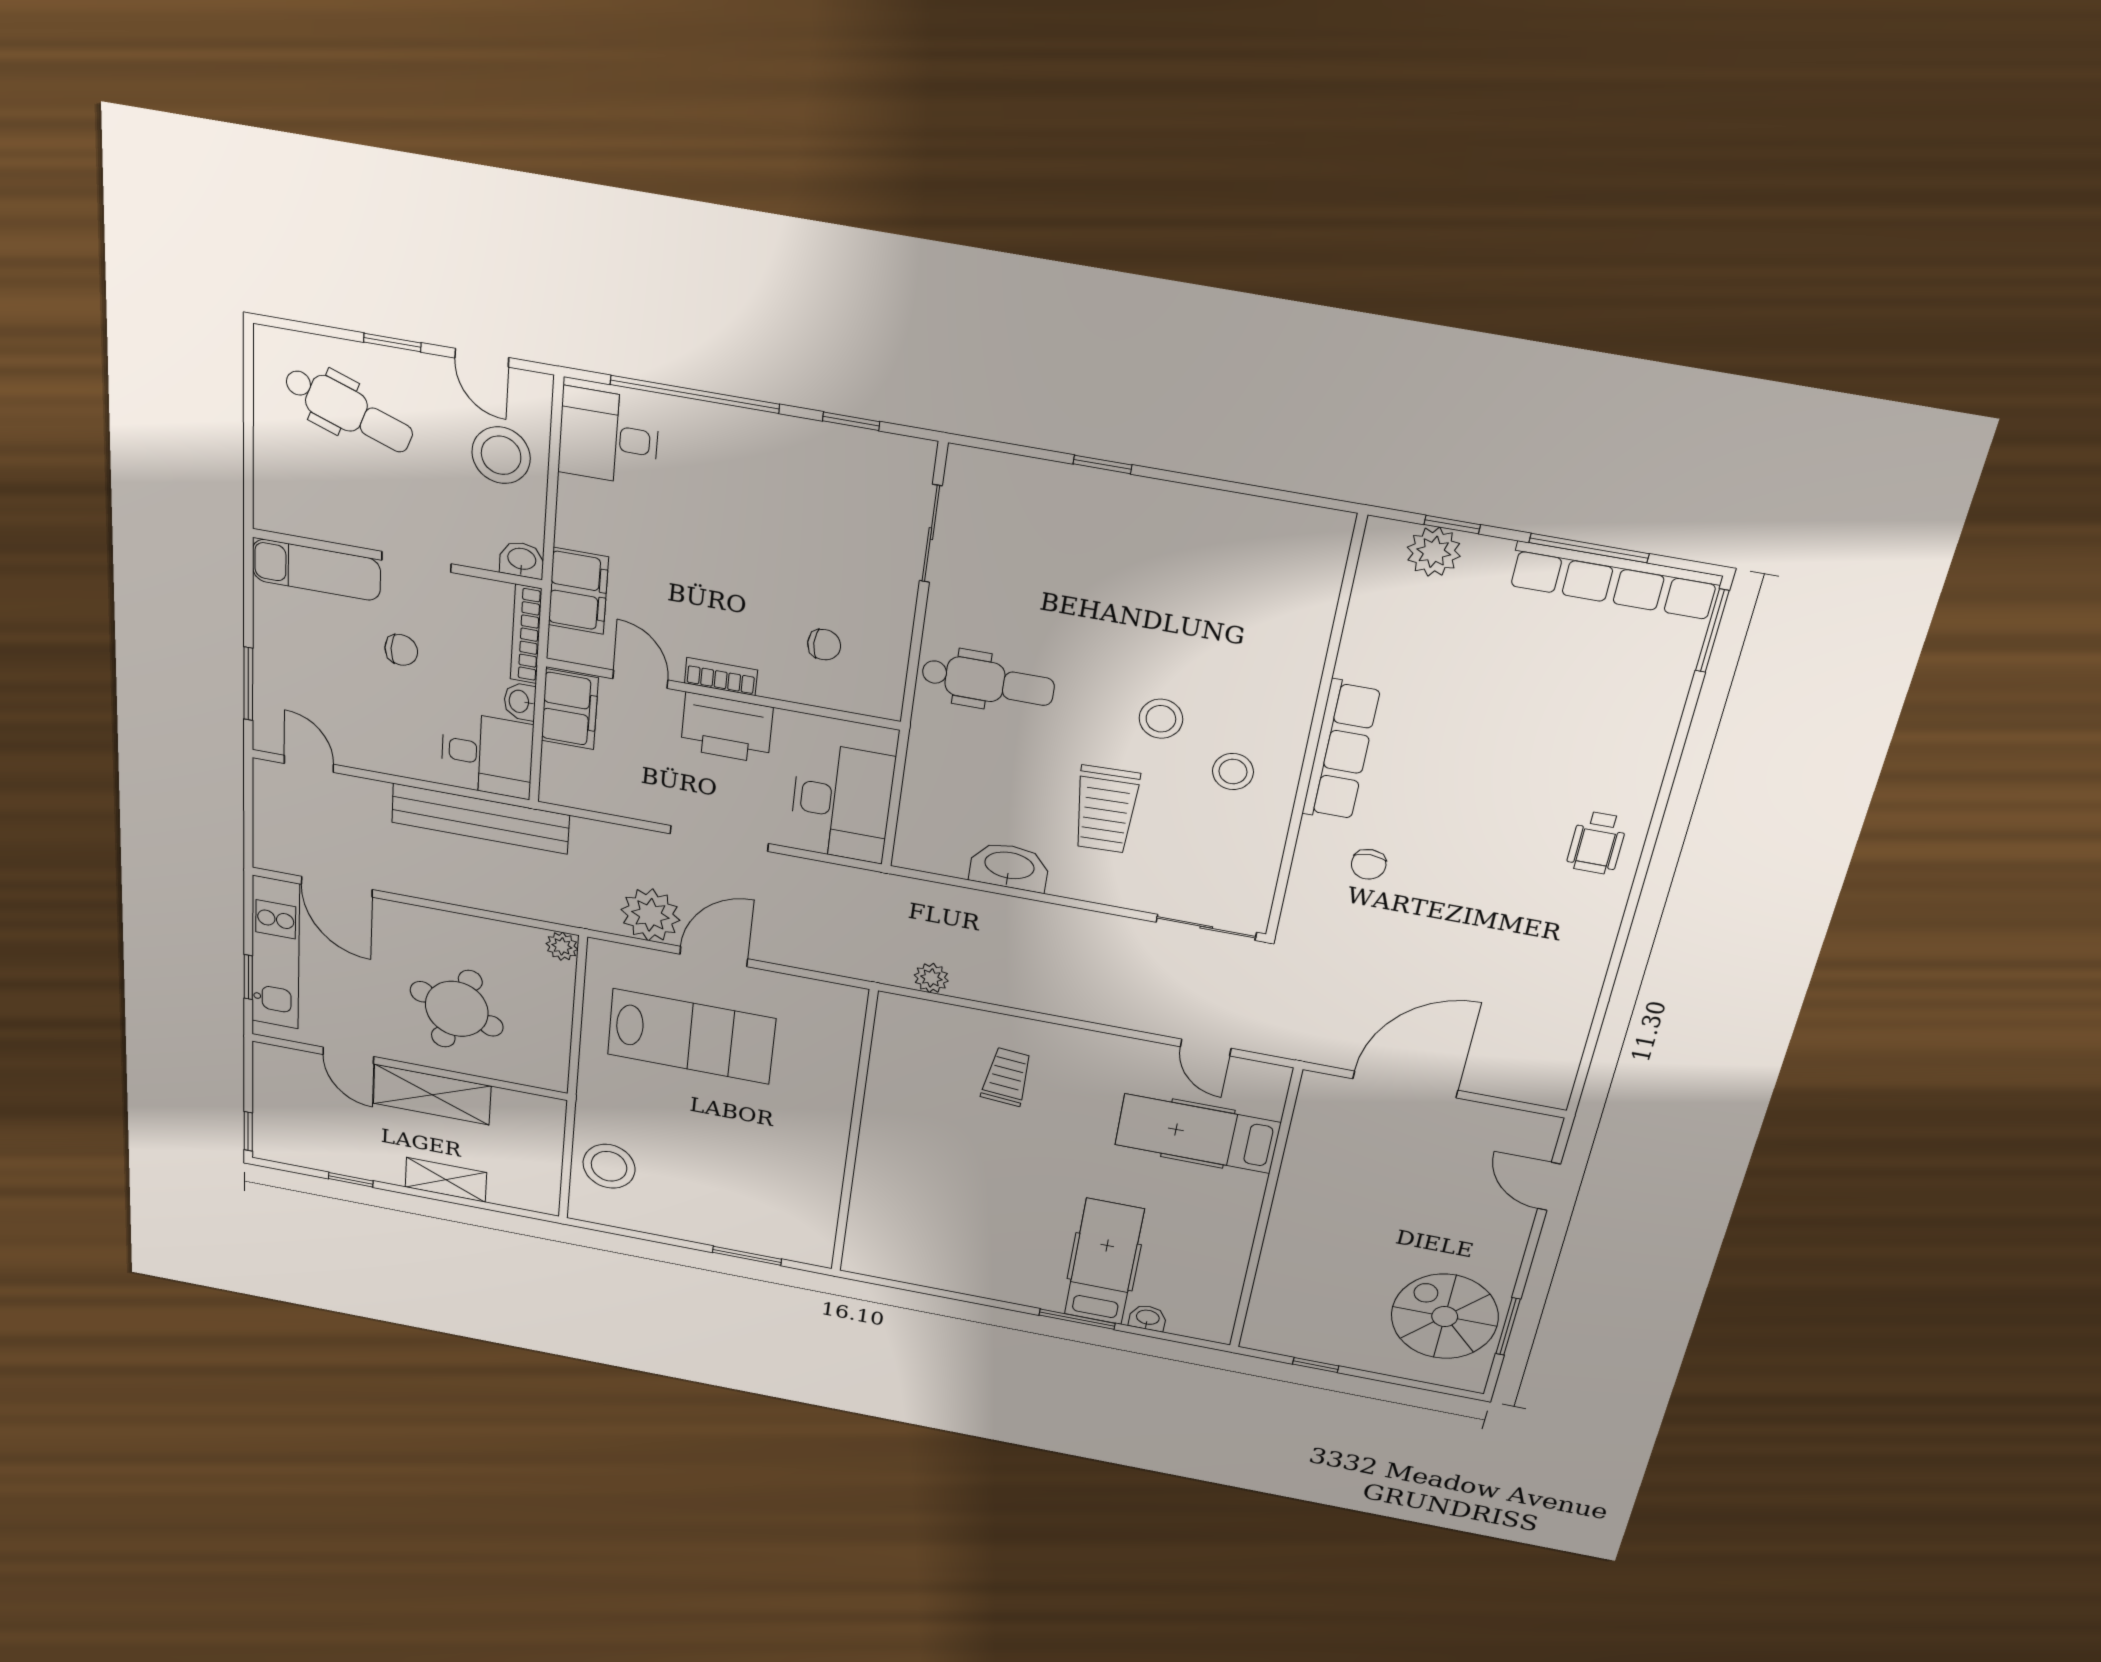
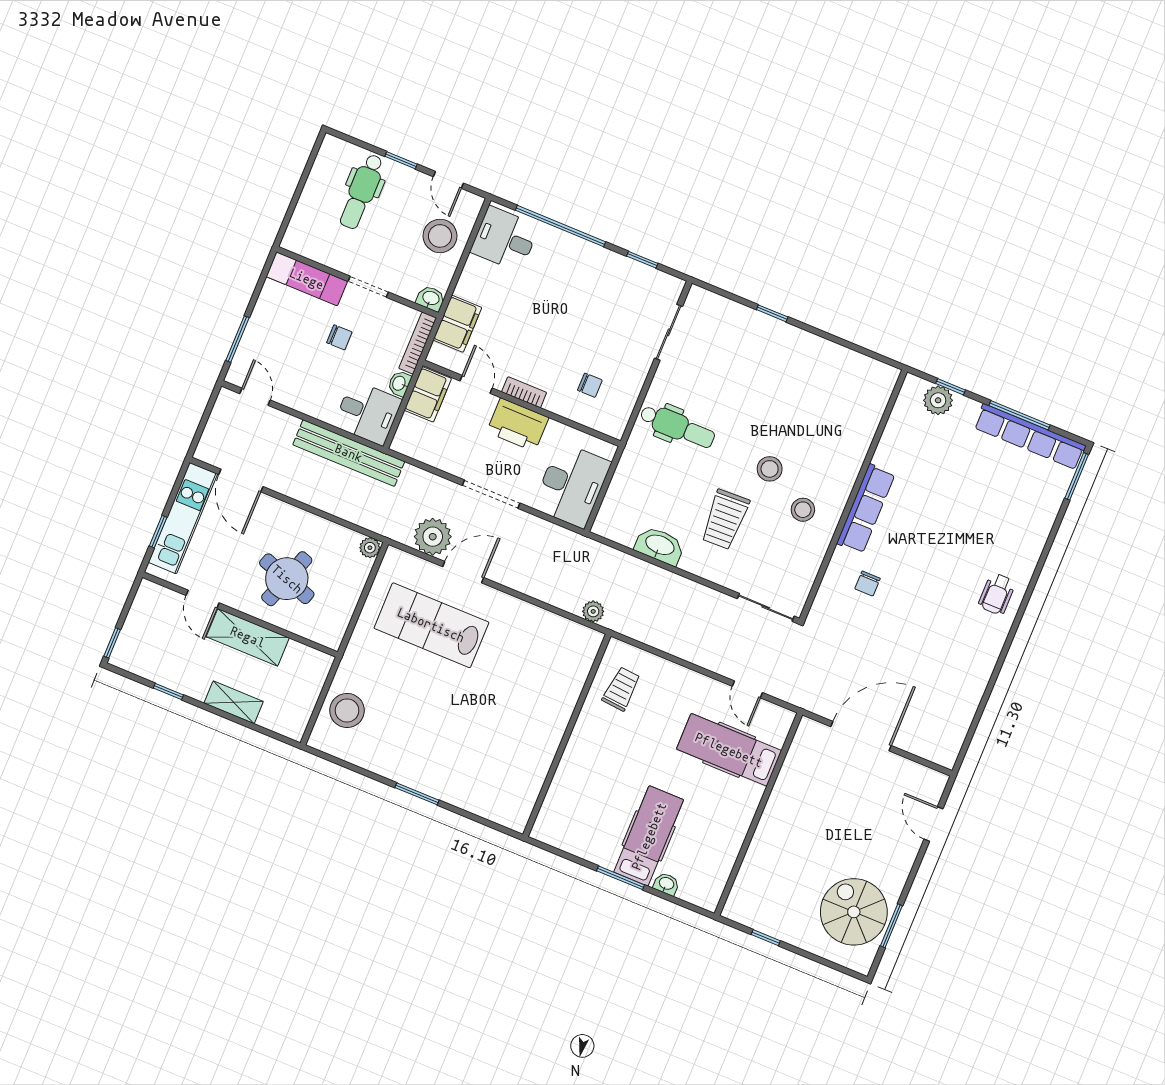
dental chair: (349, 410) -> (362, 192), turned 70
lab bench: (691, 1036) -> (431, 625), turned 180
wall: (854, 1134) -> (567, 735), moved

